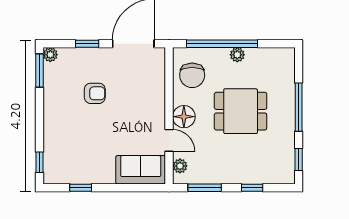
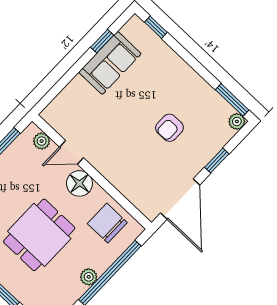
sofa: (141, 170) -> (110, 63), moved

